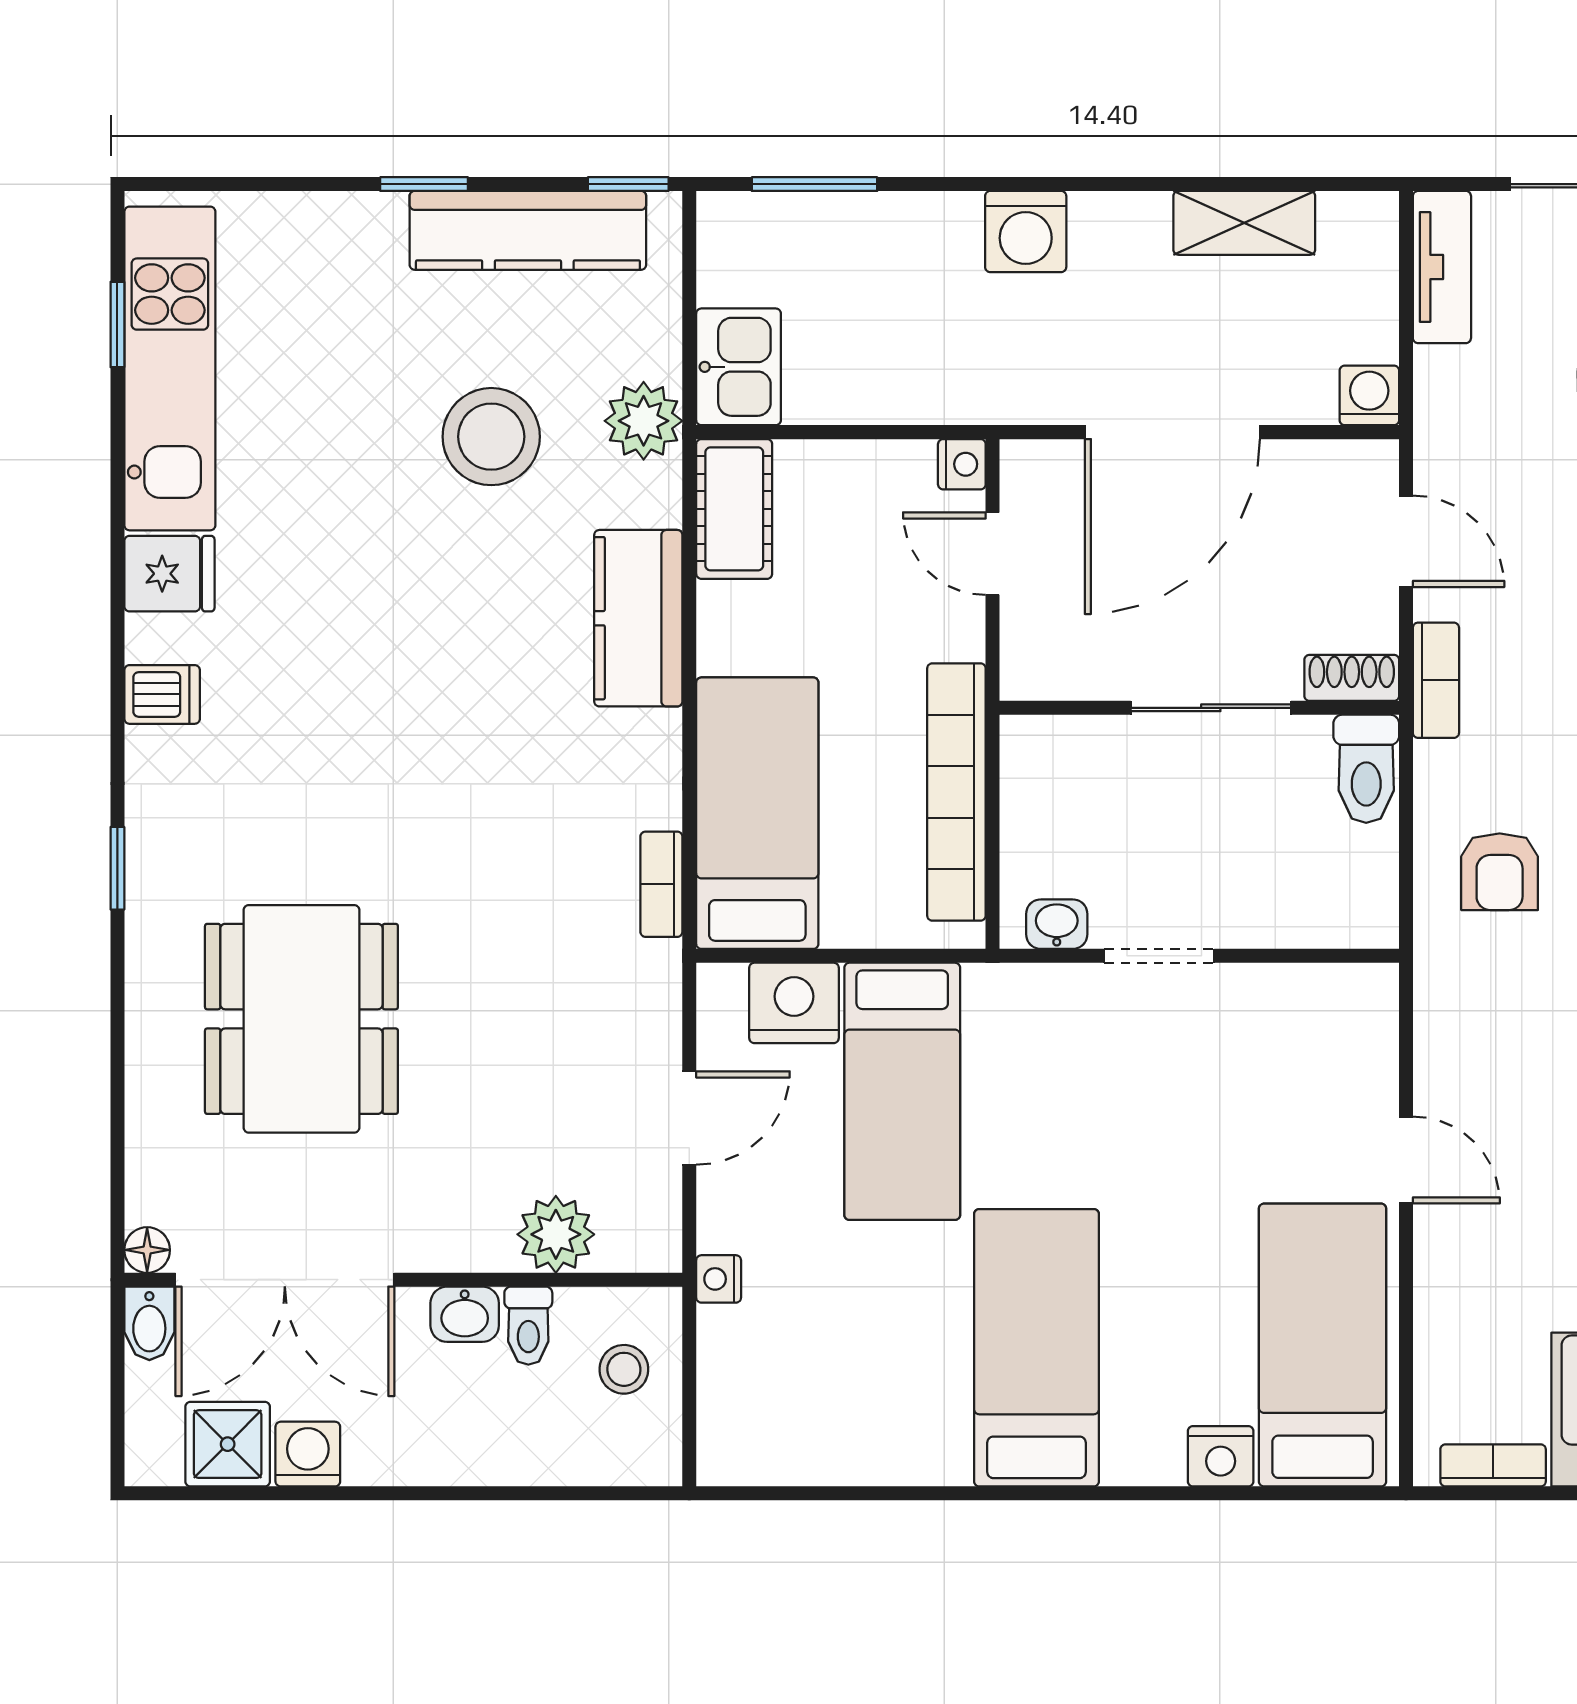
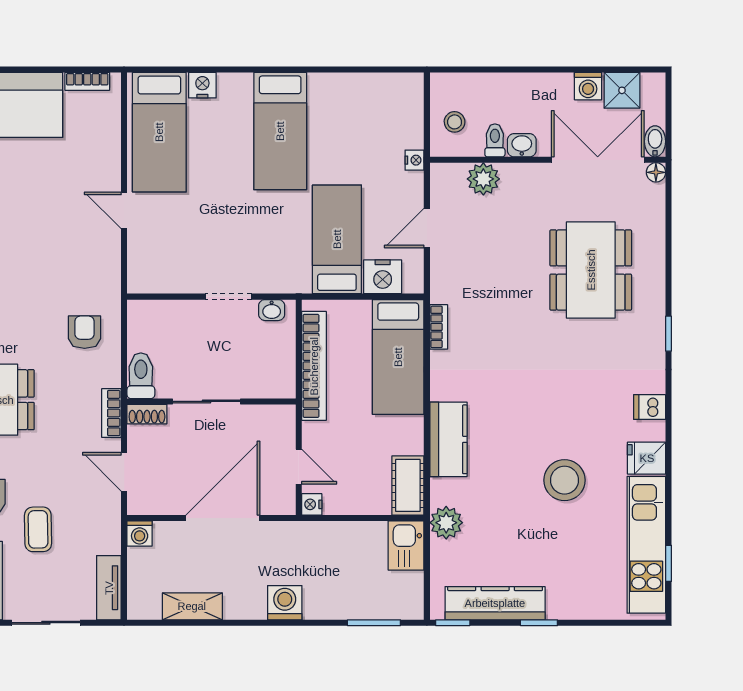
stool: (491, 437) -> (564, 480), moved

